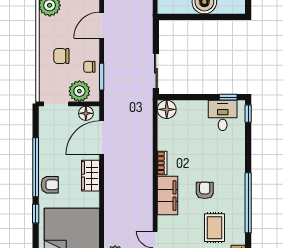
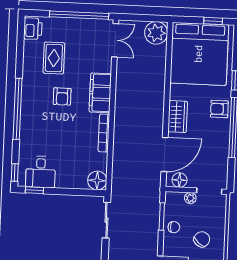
chair: (61, 56) -> (202, 239), turned -49
plant: (79, 91) -> (190, 198), width x0.53, depth x0.53
bookcase: (162, 163) -> (104, 133), width x1.56
window: (248, 203) -> (17, 109), moved

